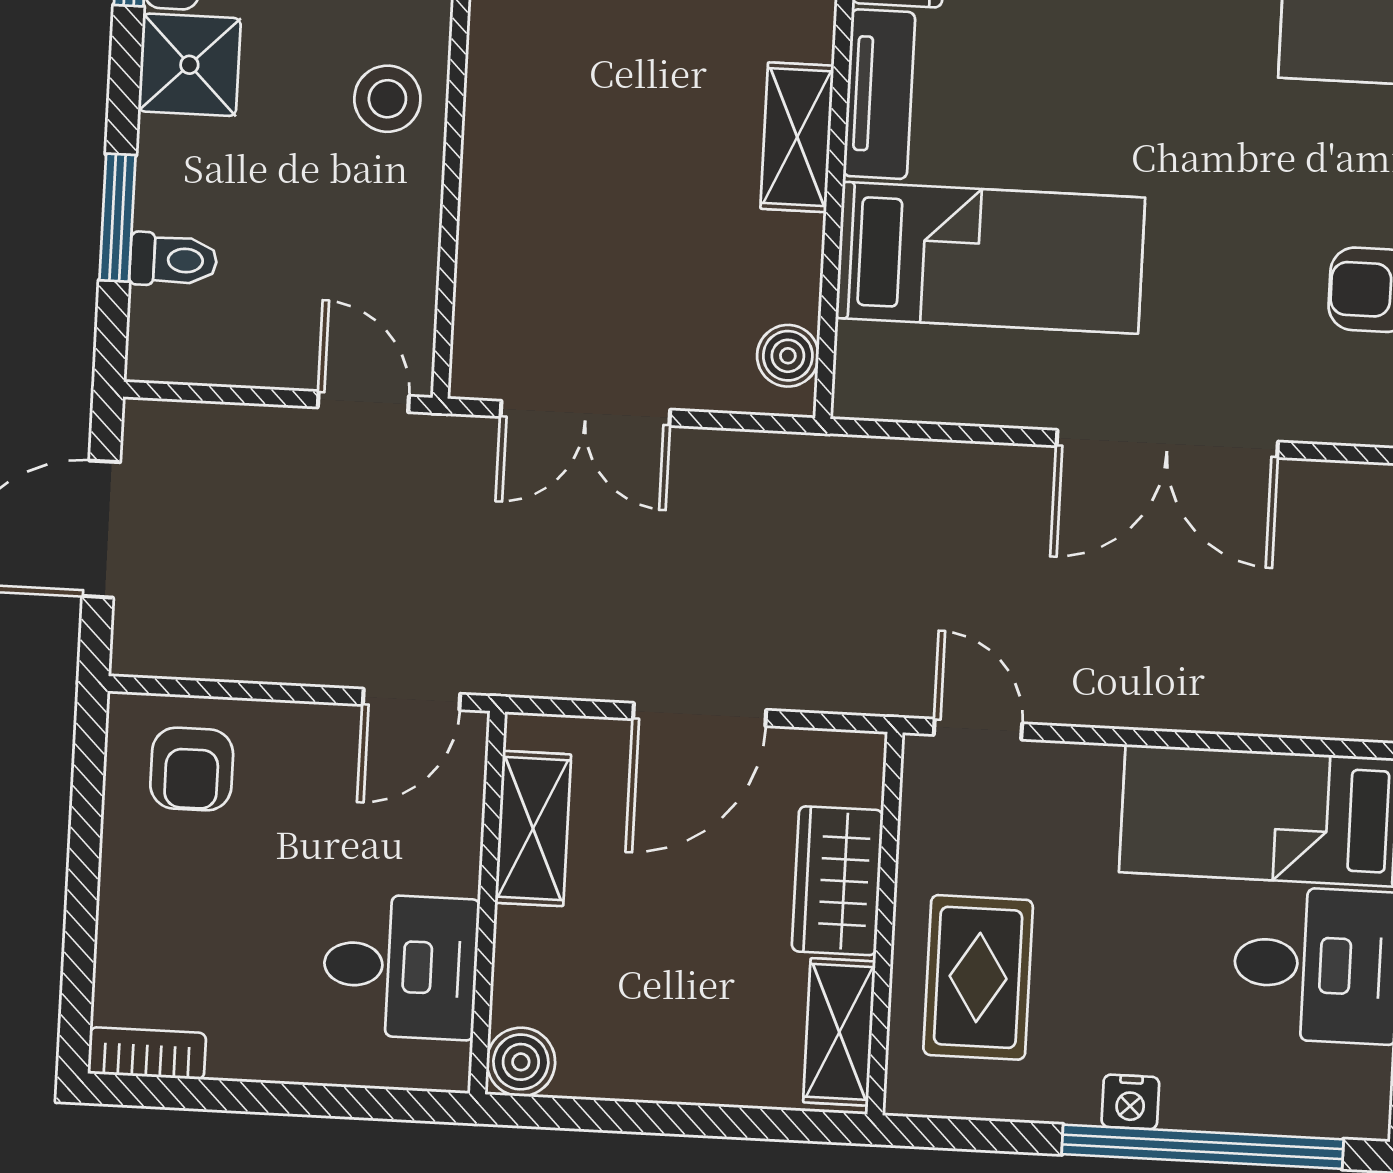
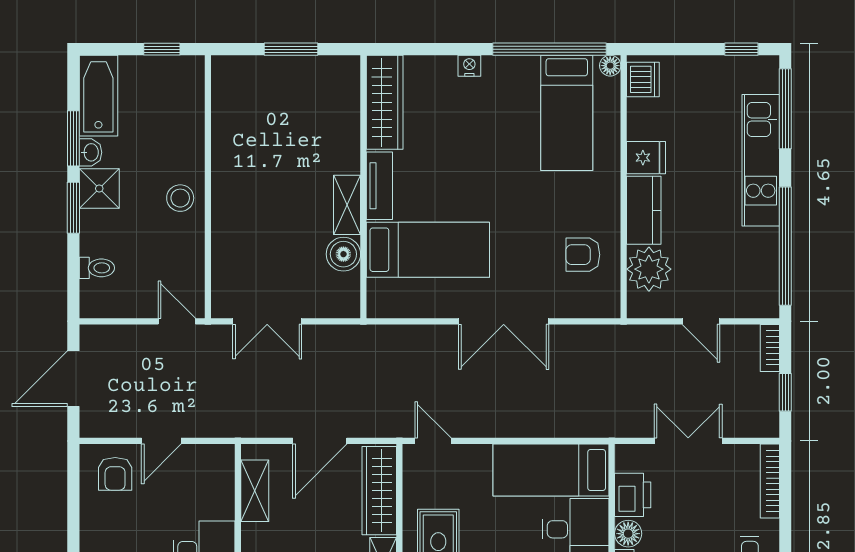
window: (118, 218) -> (73, 208), moved
boiler: (788, 356) -> (343, 254), moved, width x1.36, depth x1.36
door: (411, 699) -> (161, 441), moved
wardrobe: (838, 881) -> (379, 491), width x1.50

